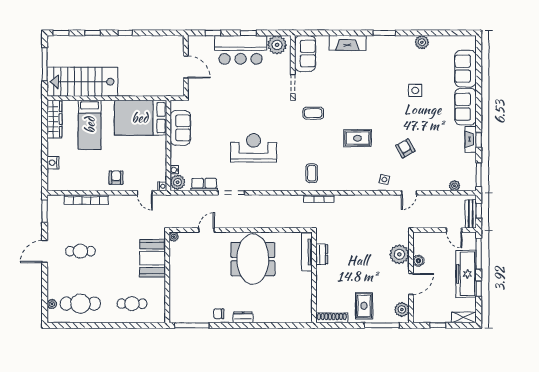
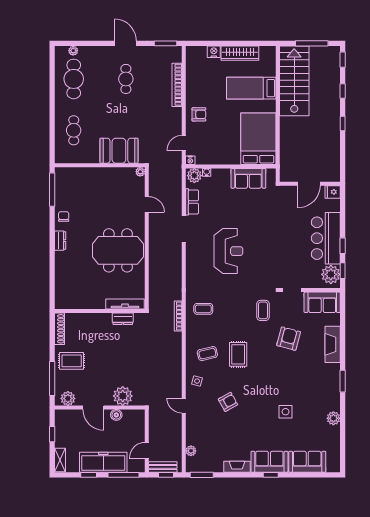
window: (213, 33) -> (343, 271), moved
fridge: (194, 43) -> (333, 192), added
armchair: (342, 87) -> (289, 339), added
wardrobe: (54, 119) -> (240, 53), moved
window: (479, 140) -> (271, 475), moved
coffee table: (357, 169) -> (207, 354), added

